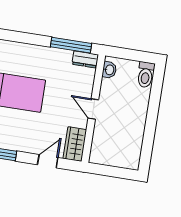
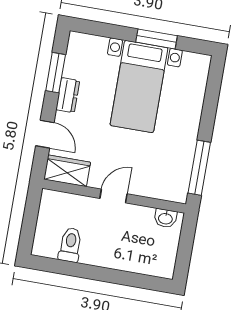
dresser: (85, 59) -> (68, 95), moved, turned 180
toilet: (146, 75) -> (70, 245), moved, turned 90

